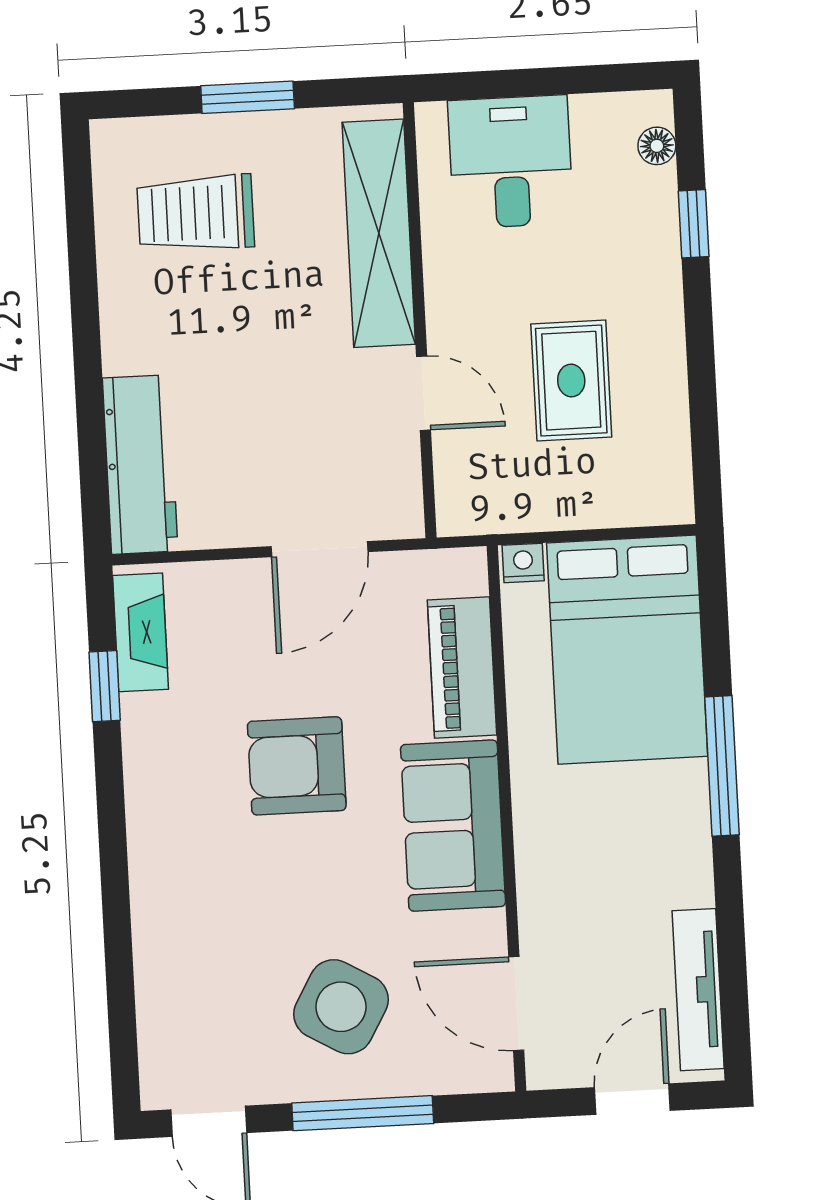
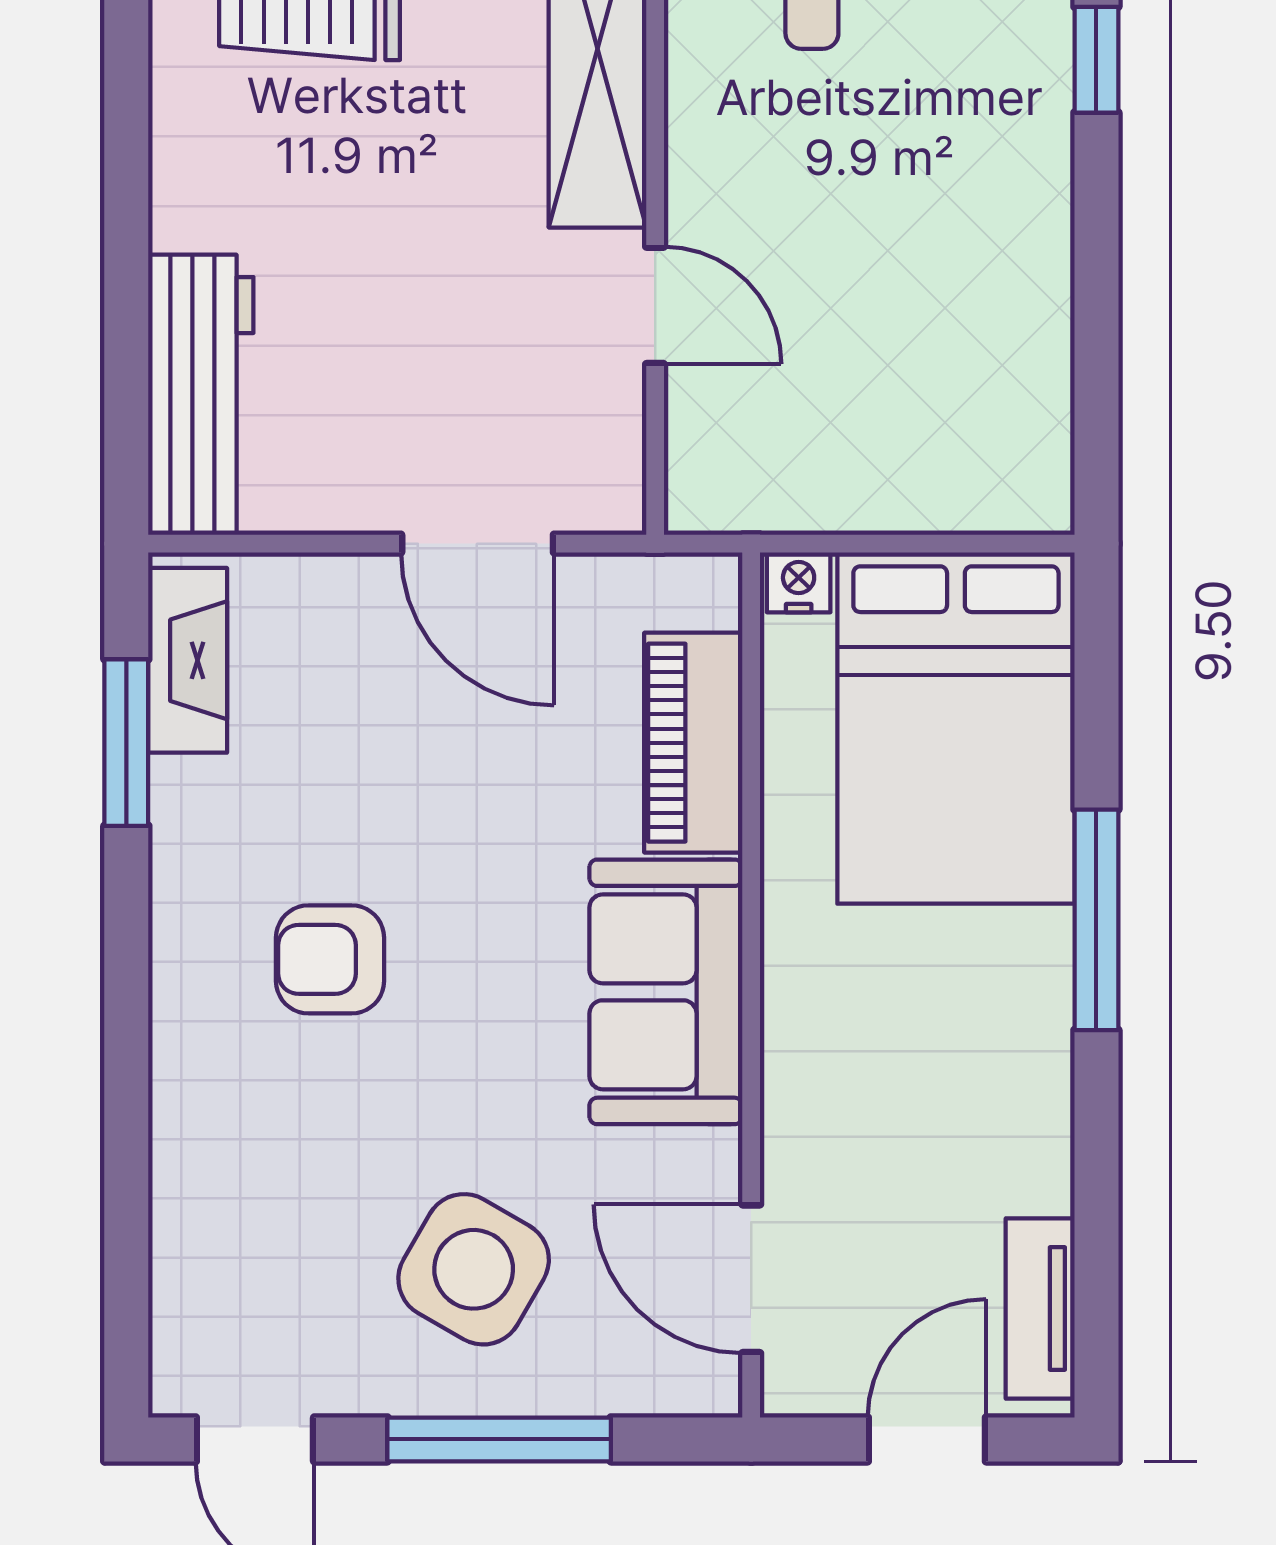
rug: (571, 381) -> (890, 298), removed
door: (319, 549) -> (478, 544), hinge flipped
window: (105, 686) -> (126, 743), width x1.50
armchair: (297, 766) -> (330, 959), moved, width x0.72, depth x0.72
tv unit: (698, 990) -> (1040, 1309), width x0.71

